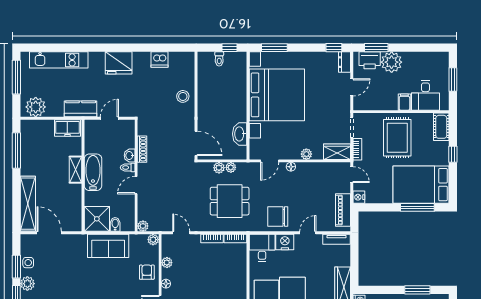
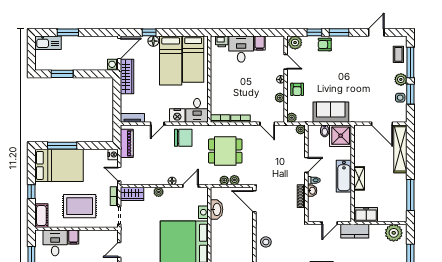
rug: (397, 138) -> (80, 206), turned 90

